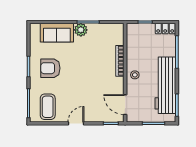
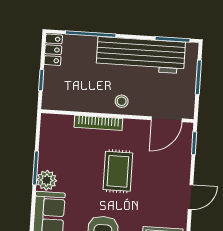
rug: (90, 75) -> (118, 171), added
door: (76, 123) -> (191, 197), swing flipped

